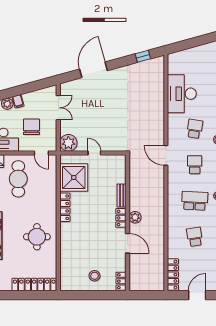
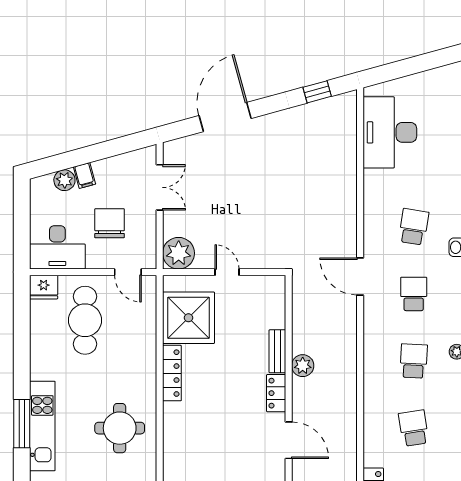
desk: (182, 94) -> (390, 132), moved
school desk: (195, 201) -> (414, 361), width x0.54
plant: (135, 217) -> (303, 366), moved

